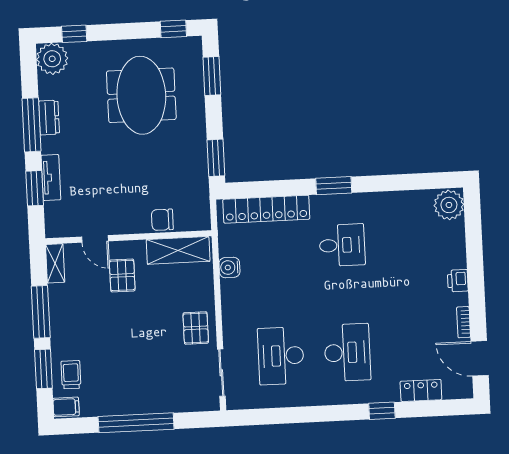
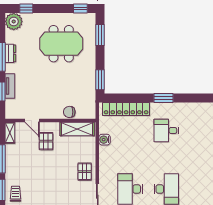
meeting table: (141, 95) -> (61, 44), turned 90
desk: (342, 245) -> (166, 130), turned 180

